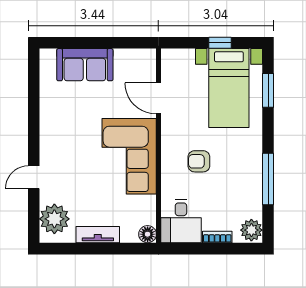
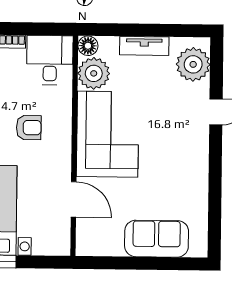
plant: (142, 210) -> (94, 73), added

